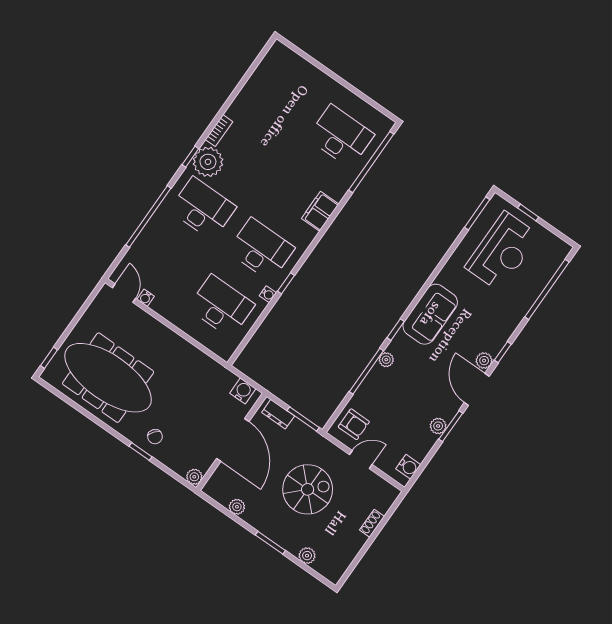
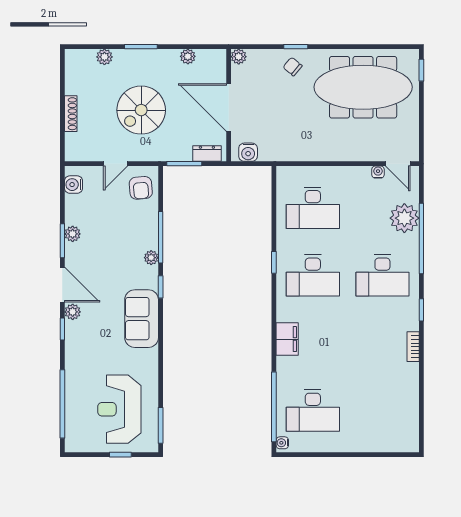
plant: (208, 162) -> (404, 218), moved
water cooler: (268, 294) -> (282, 443), moved
armchair: (354, 424) -> (141, 188), turned -95
shoe rack: (372, 523) -> (71, 114), width x1.43

